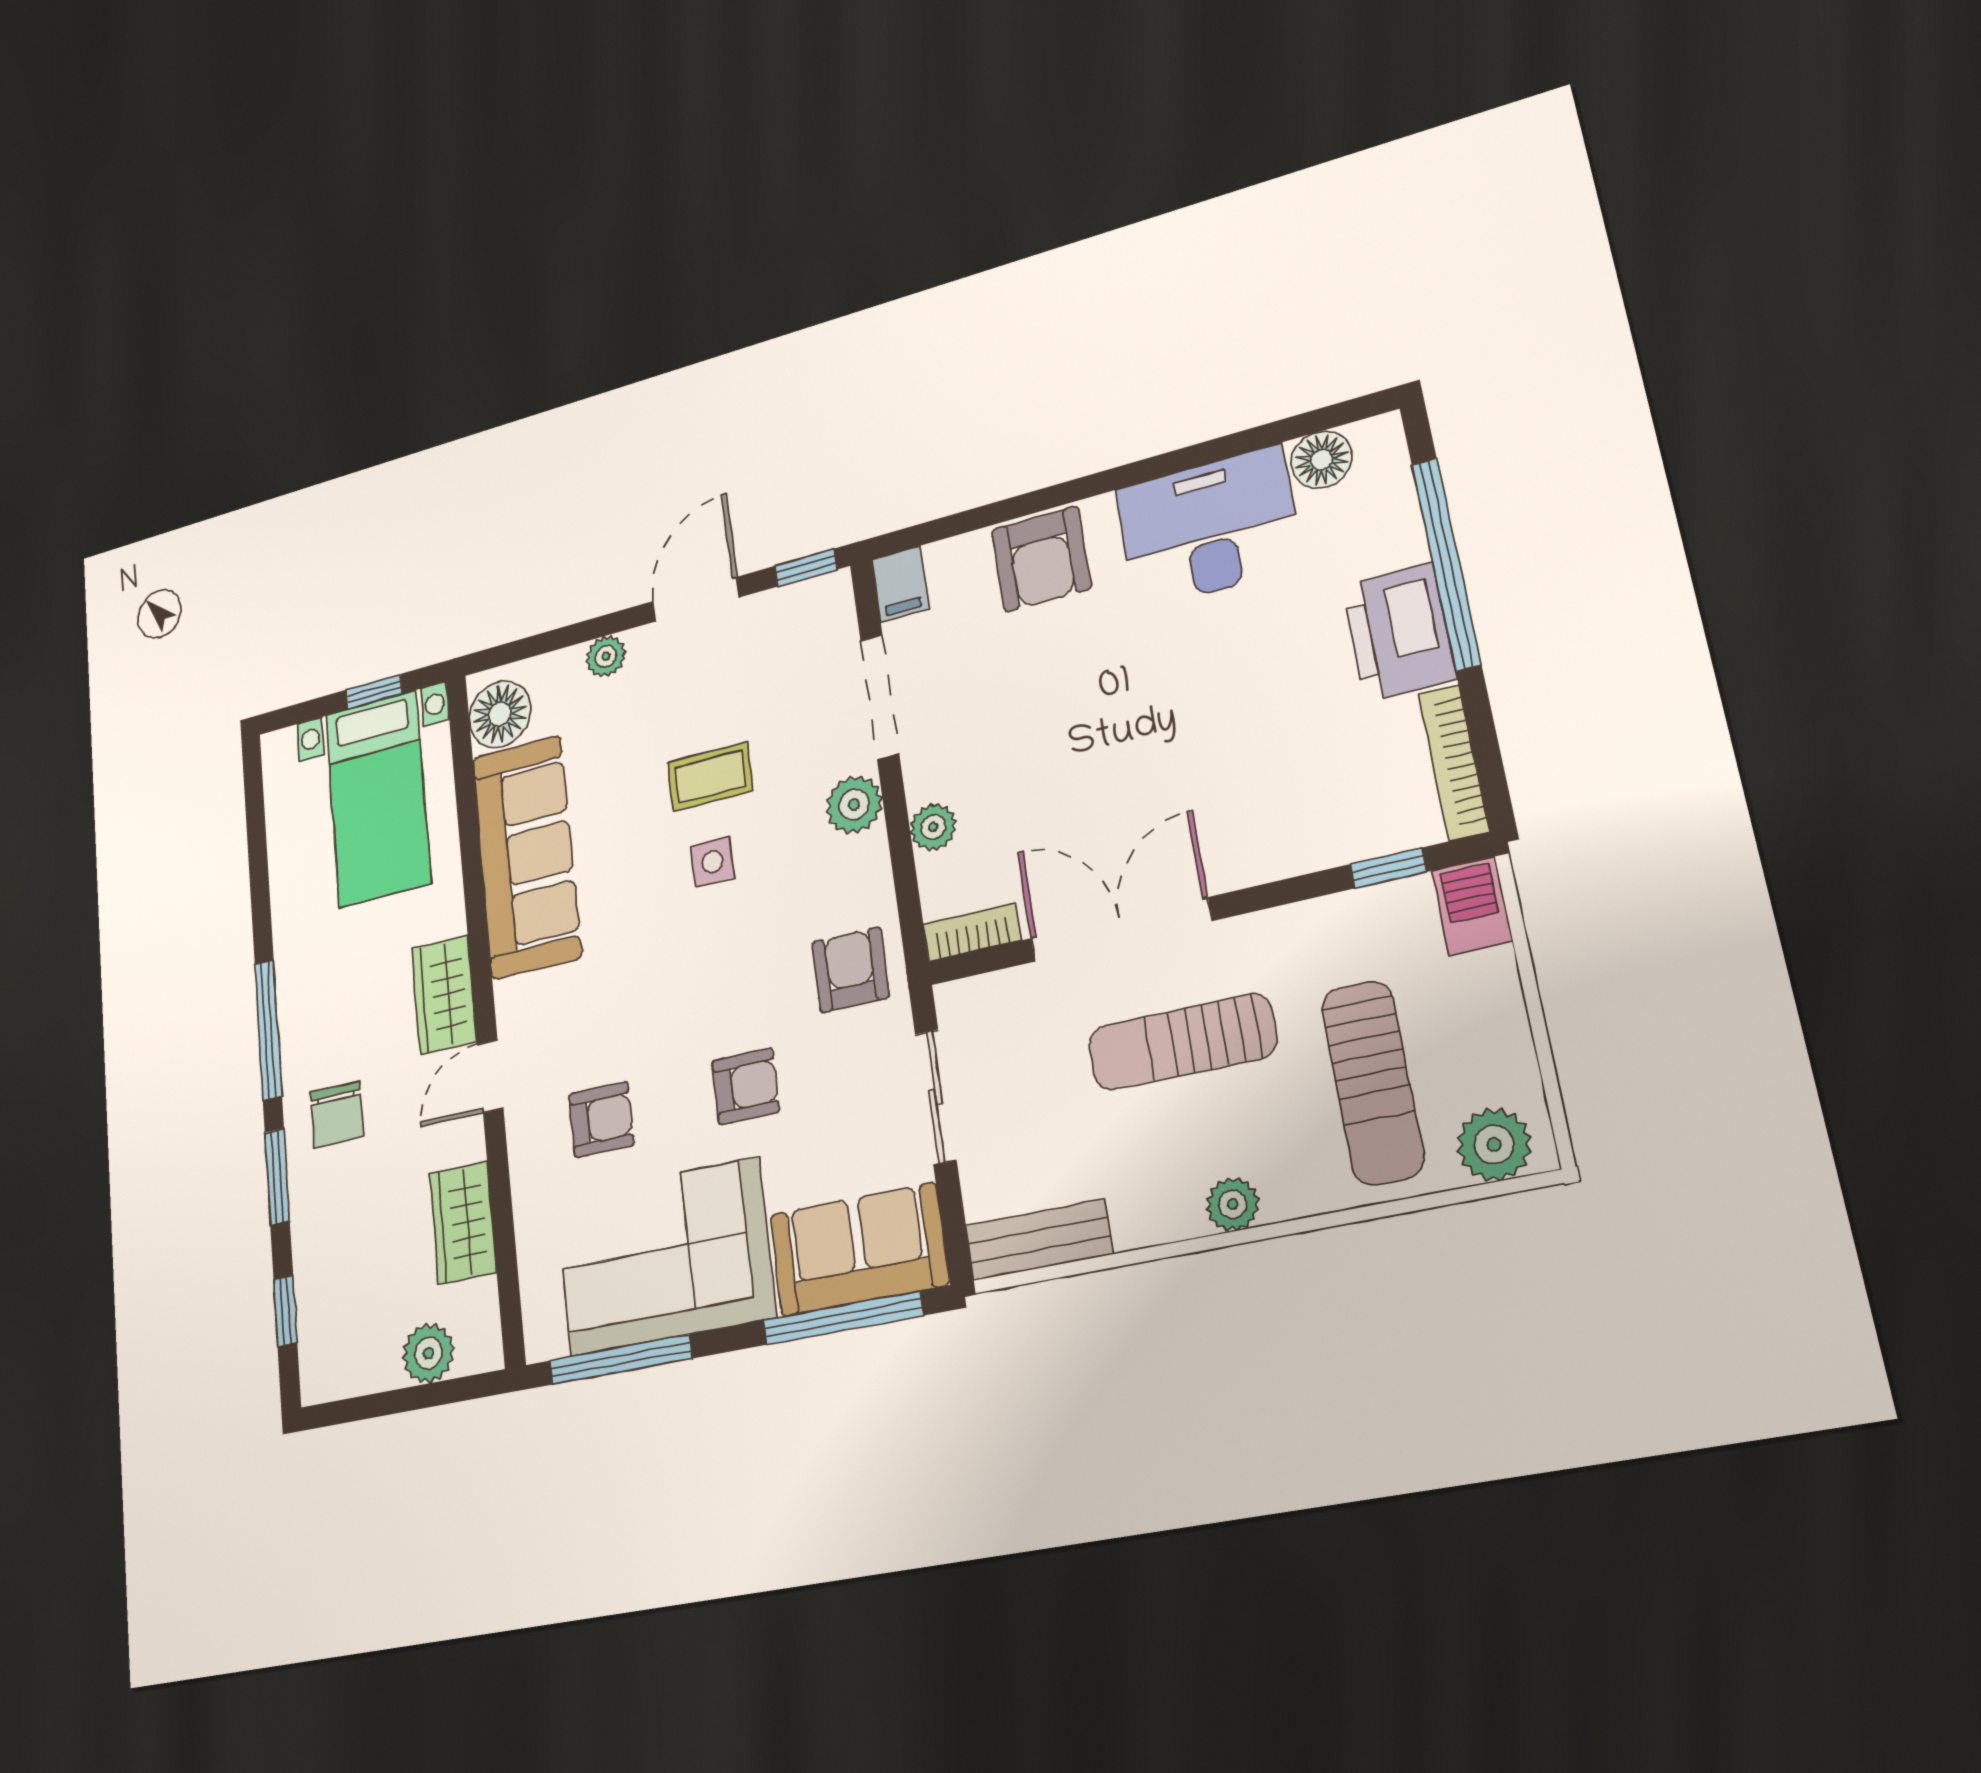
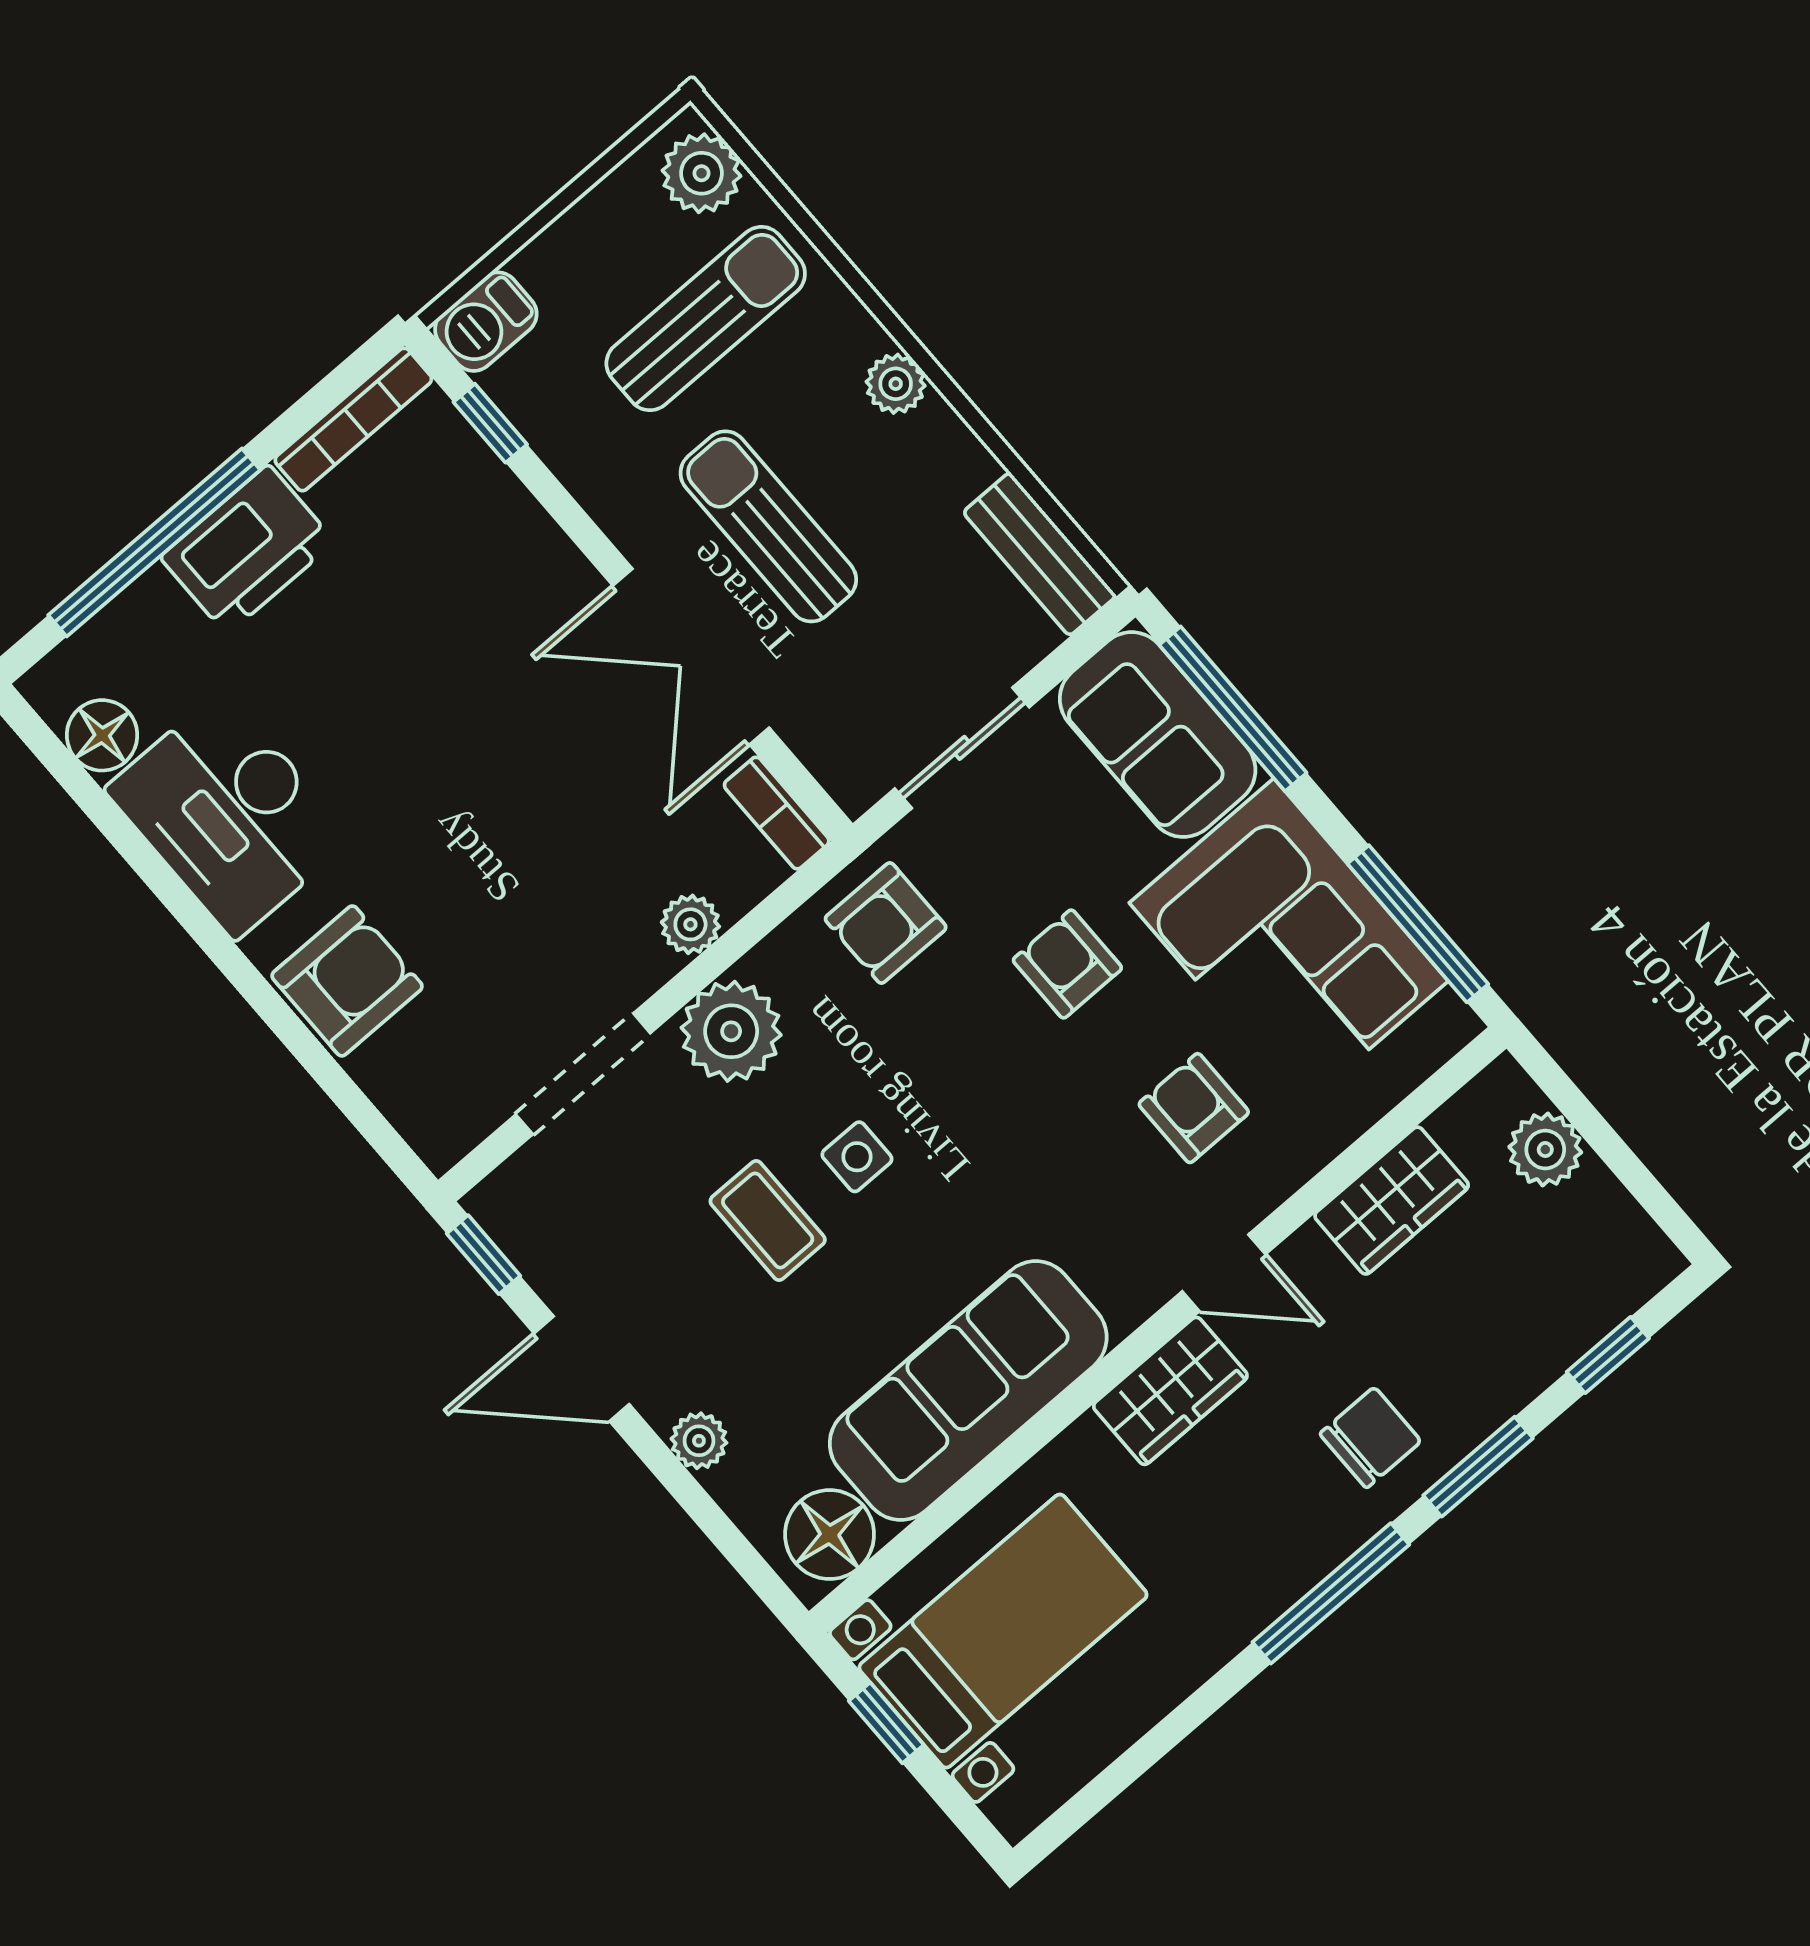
filing cabinet: (900, 584) -> (449, 1128), removed
plant: (854, 805) -> (731, 1031), width x1.36, depth x1.36
sun lounger: (1182, 1042) -> (768, 526), turned 180

